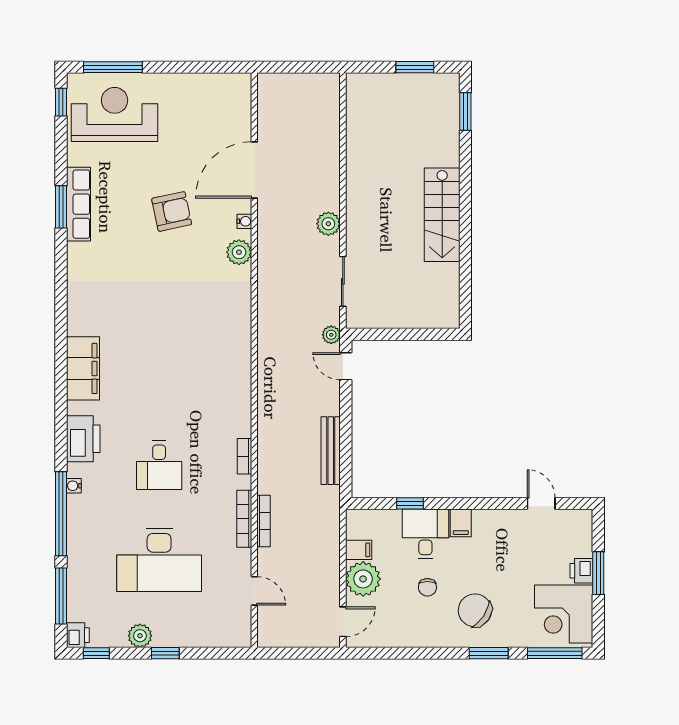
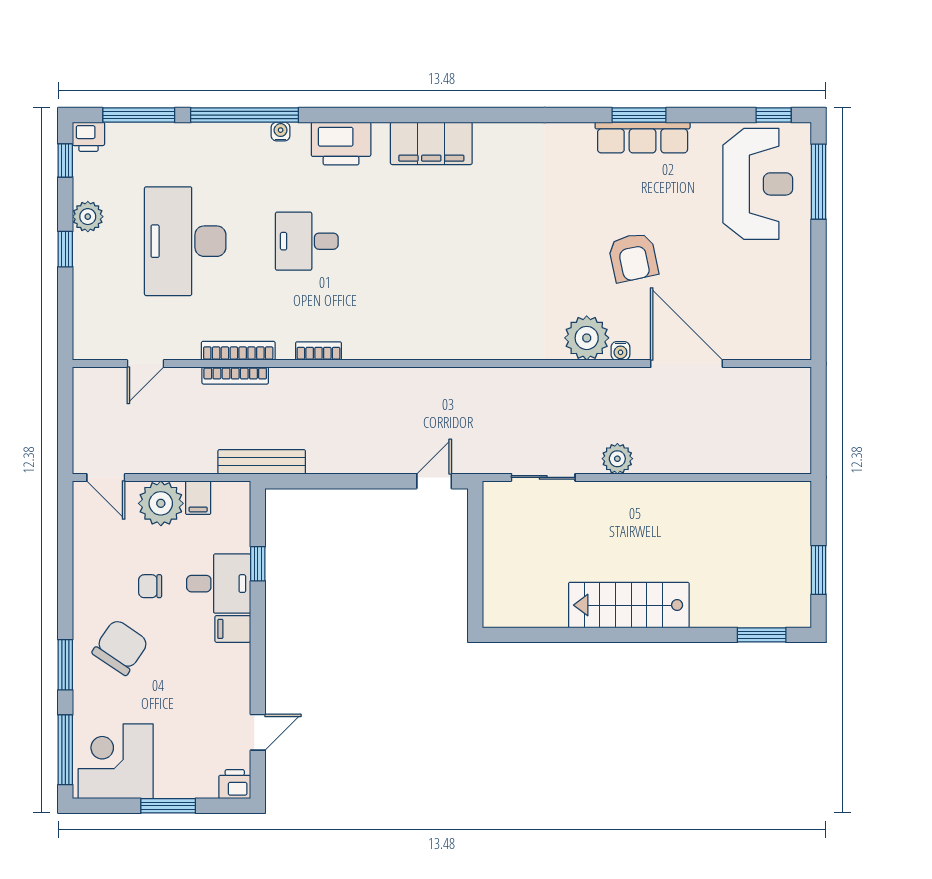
plant: (239, 252) -> (587, 338), width x1.36, depth x1.36
plant: (331, 335) -> (475, 462), removed
bench: (331, 451) -> (262, 462), moved
printer: (581, 571) -> (235, 784), moved

